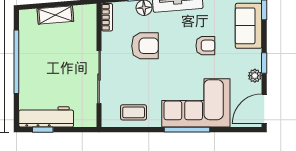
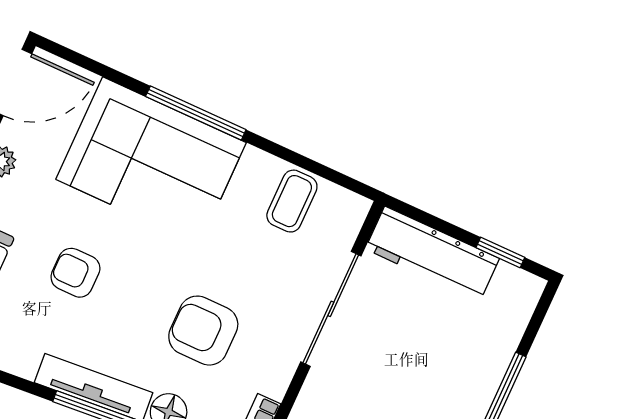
coffee table: (134, 112) -> (292, 201), turned 90
workbench: (46, 117) -> (432, 254), moved

